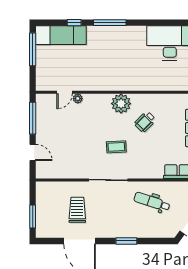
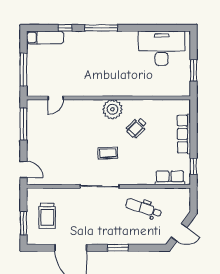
exam couch: (61, 35) -> (45, 37), width x0.73, depth x0.69
window: (33, 49) -> (23, 70), moved
plant: (78, 99) -> (69, 104), removed
door: (33, 152) -> (23, 169), moved
trolley: (77, 210) -> (47, 216), moved, turned 180

